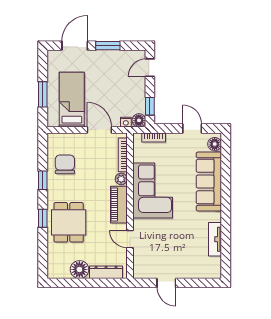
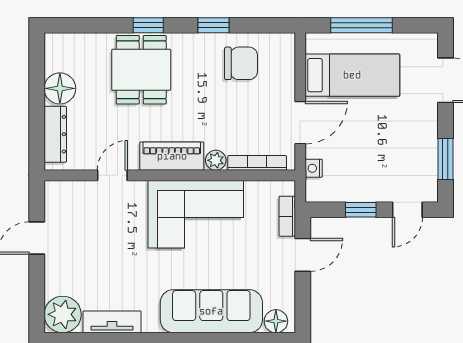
window: (108, 46) -> (445, 159), moved
door: (150, 68) -> (407, 210), swing flipped
window: (43, 94) -> (361, 25), width x1.44
window: (150, 106) -> (361, 210), moved
floor lamp: (139, 120) -> (317, 191), removed
door: (192, 128) -> (303, 255), moved
dining table: (69, 222) -> (141, 70), turned 90
plant: (211, 268) -> (63, 314), added

